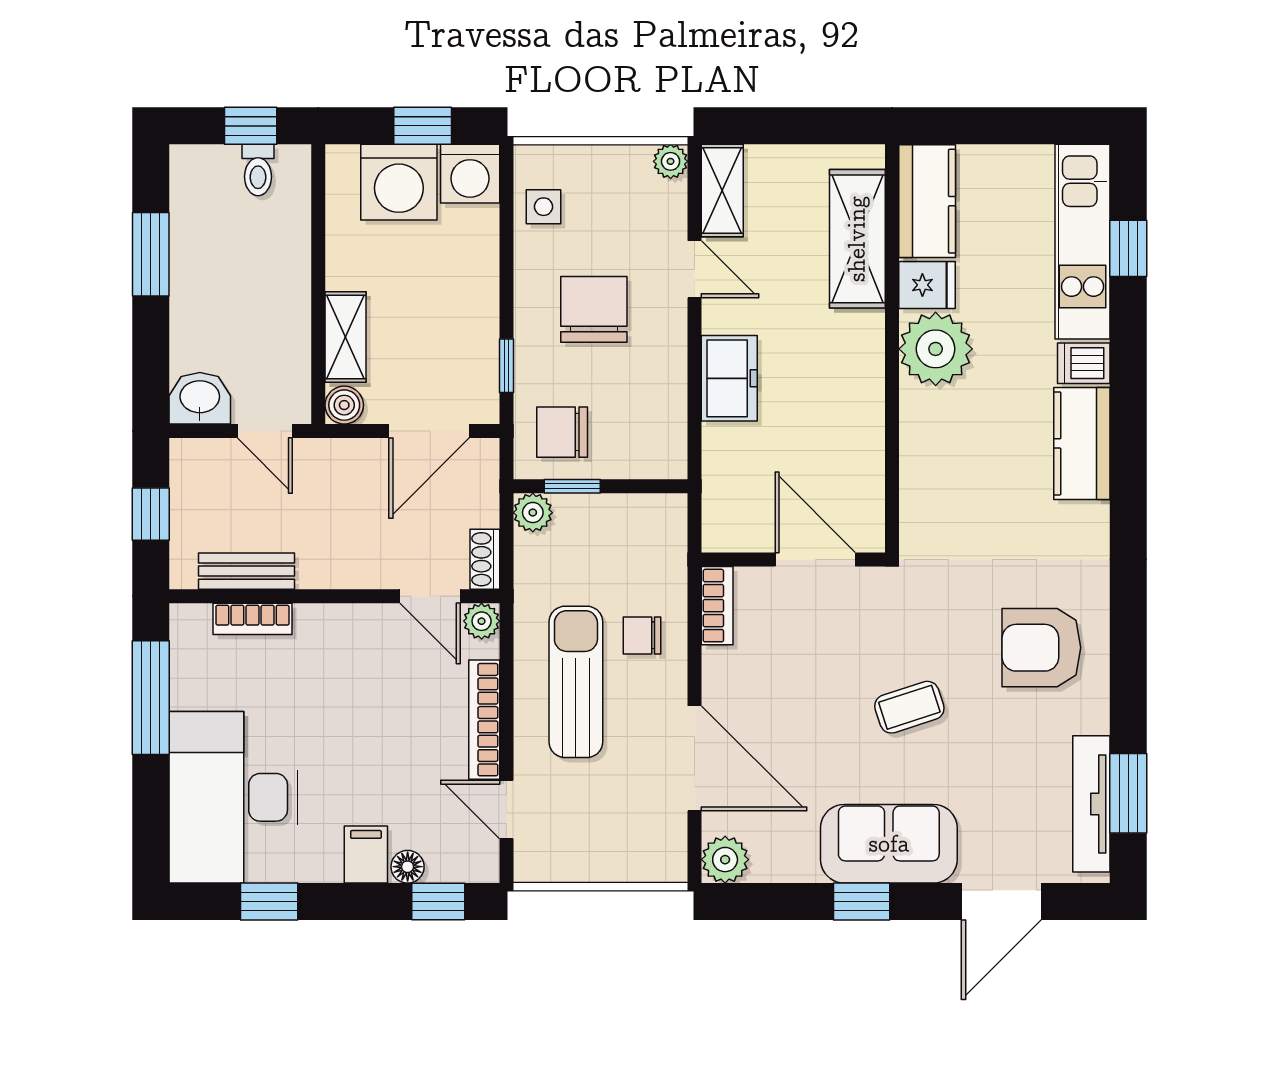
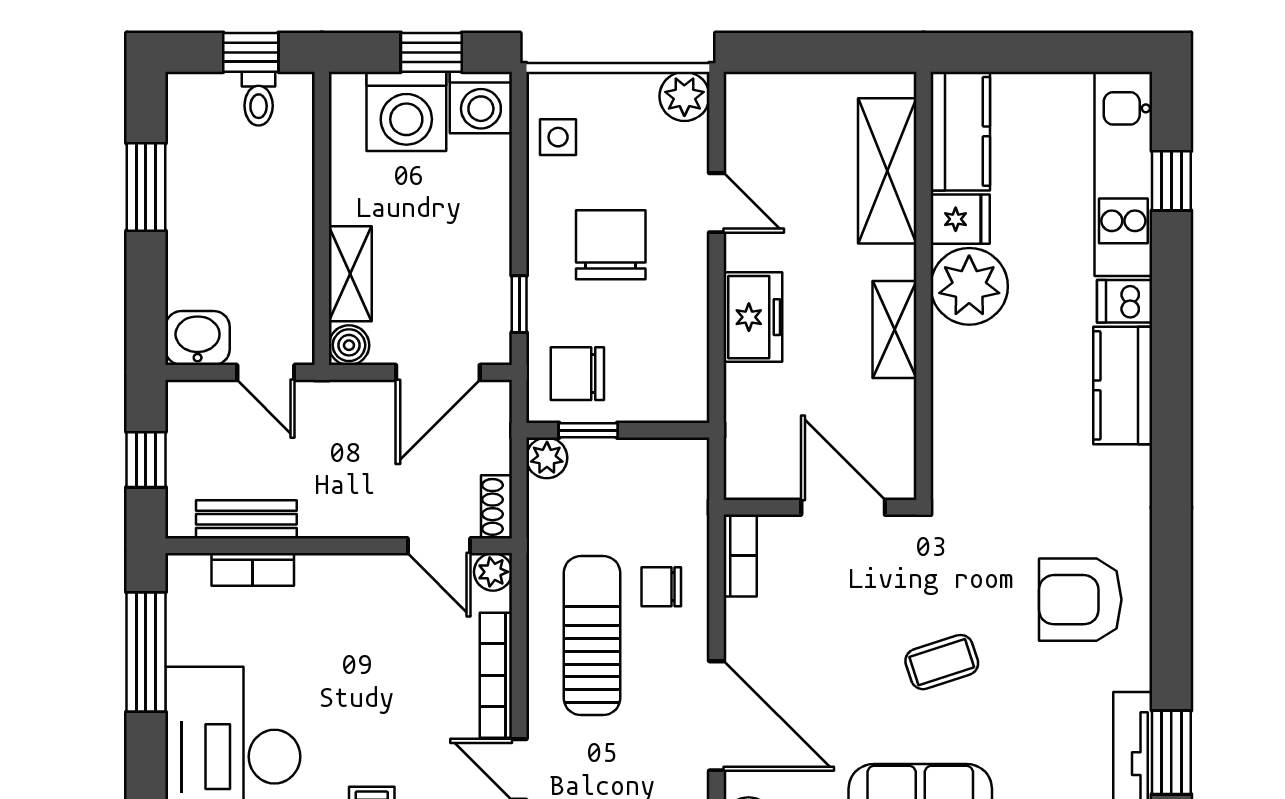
plant: (671, 161) -> (684, 96), width x1.38, depth x1.38
shelving: (722, 191) -> (894, 330), moved

